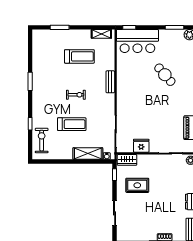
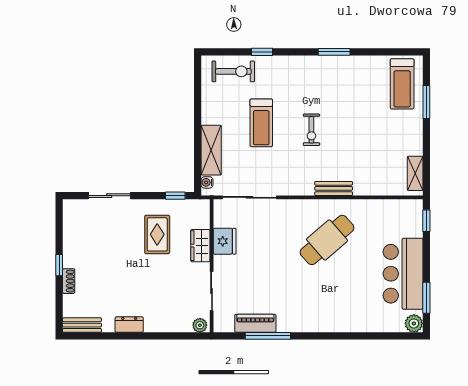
bar counter: (137, 41) -> (403, 274), moved
treadmill: (79, 56) -> (402, 84), moved
cafe table: (165, 75) -> (327, 240), moved, width x1.37, depth x1.35
wardrobe: (127, 160) -> (200, 246), moved

